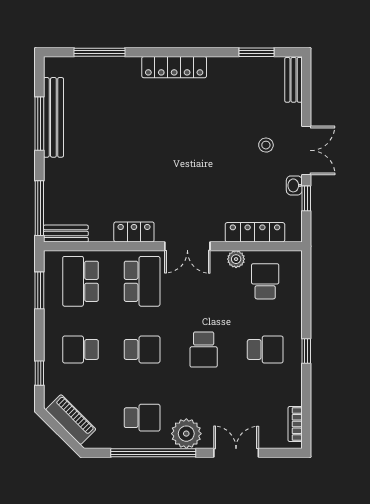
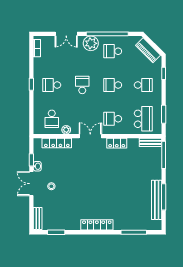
school desk: (142, 281) -> (113, 119), width x0.54

